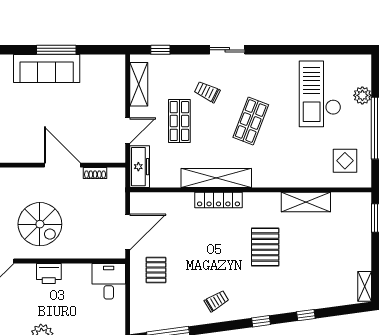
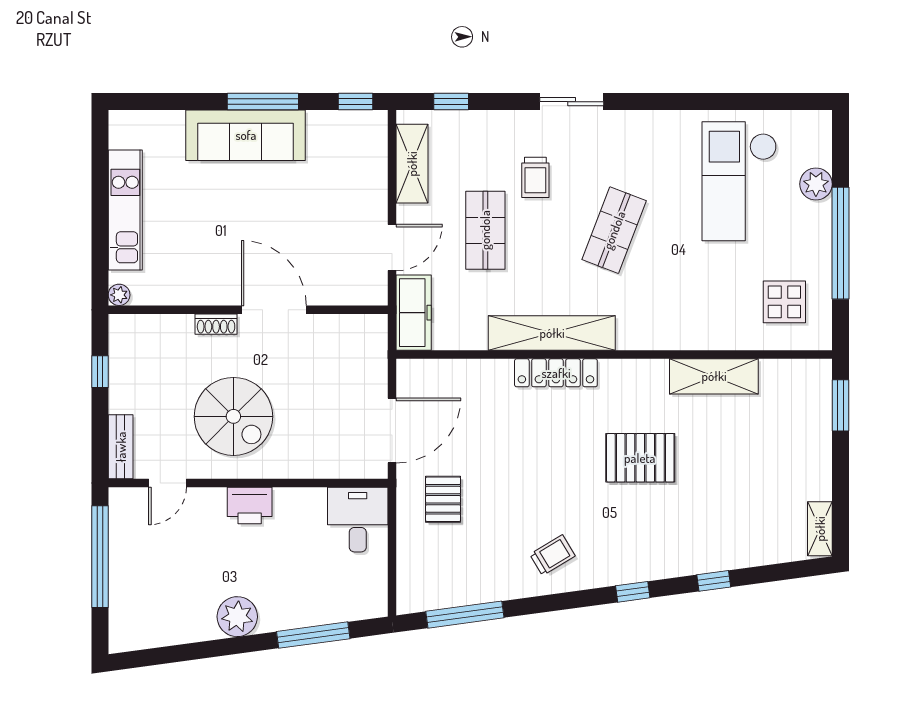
window: (107, 50) -> (356, 102), added
trolley: (207, 92) -> (535, 177), turned -116
shoe rack: (95, 173) -> (216, 324), moved
pallet: (265, 247) -> (640, 458), turned 90

